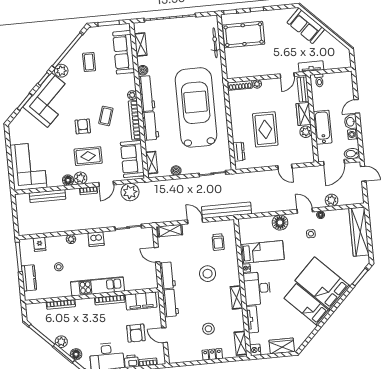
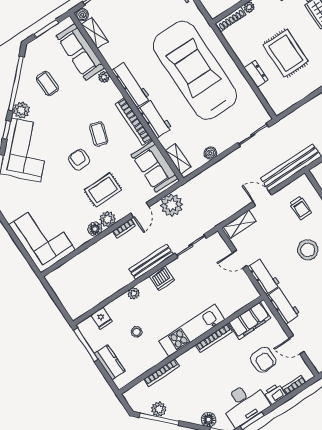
boiler: (143, 70) -> (82, 15), moved
plant: (132, 95) -> (104, 77), moved
dresser: (239, 152) -> (256, 74), moved
bench: (47, 196) -> (151, 262), moved
plant: (61, 342) -> (159, 409), moved

